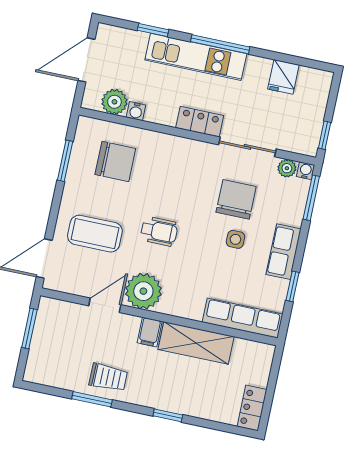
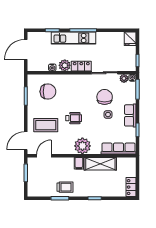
fridge: (283, 77) -> (130, 39), moved
plant: (114, 102) -> (65, 65), moved
plant: (143, 291) -> (82, 146), moved
door: (105, 305) -> (44, 156), moved

